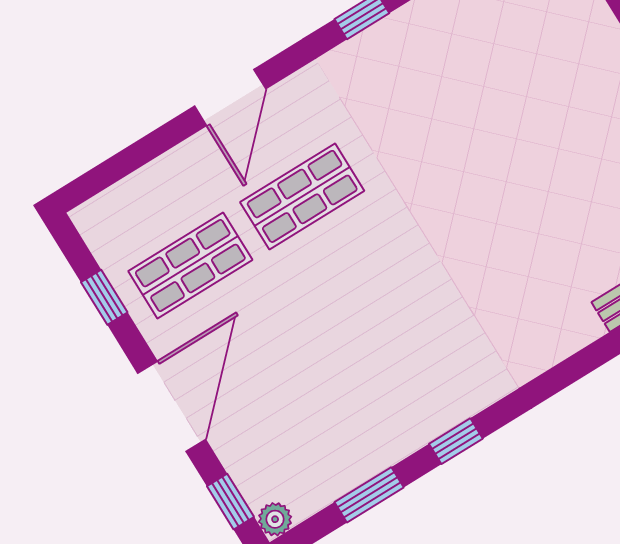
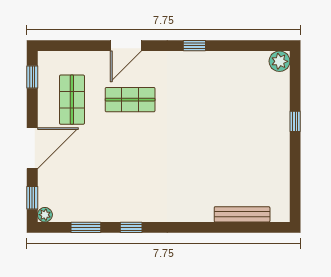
shop shelf: (190, 266) -> (72, 100), turned 90
window: (104, 297) -> (32, 77), moved

